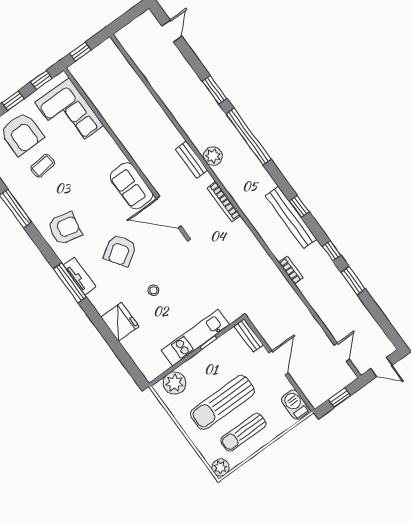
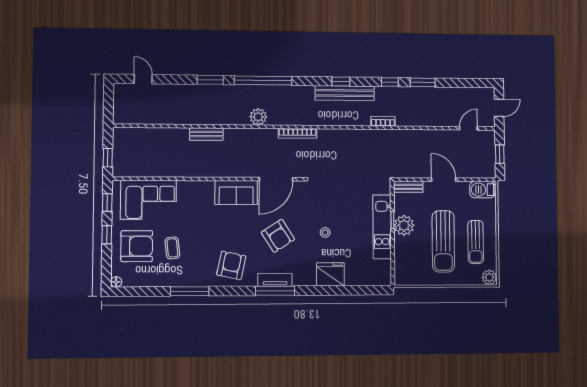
bench: (191, 160) -> (206, 134), moved
door: (342, 352) -> (468, 128), hinge flipped
plant: (175, 383) -> (404, 225), moved

